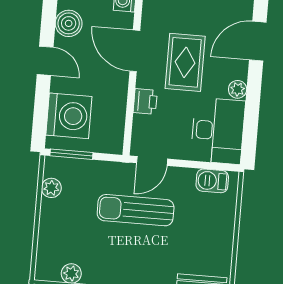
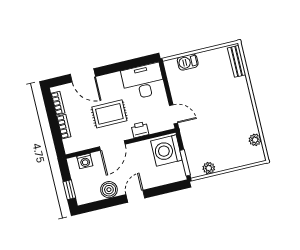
plant: (238, 89) -> (115, 78), removed
washing machine: (69, 116) -> (166, 151), moved, turned -90
barbecue: (212, 181) -> (188, 62), moved, turned 90
sun lounger: (136, 210) -> (206, 114), removed

